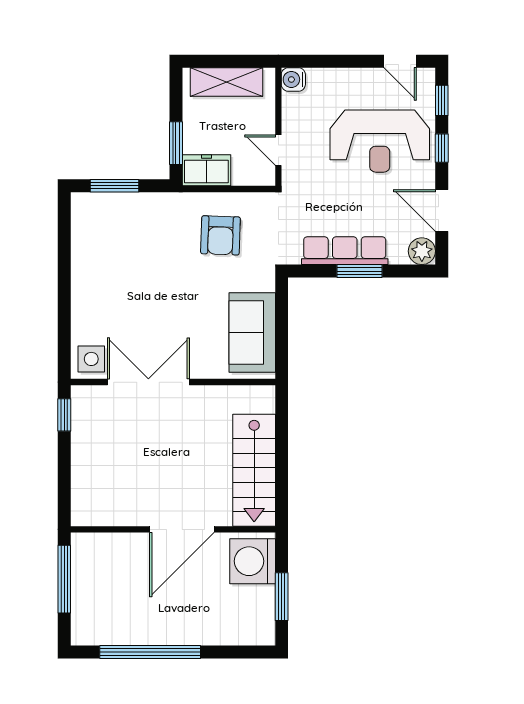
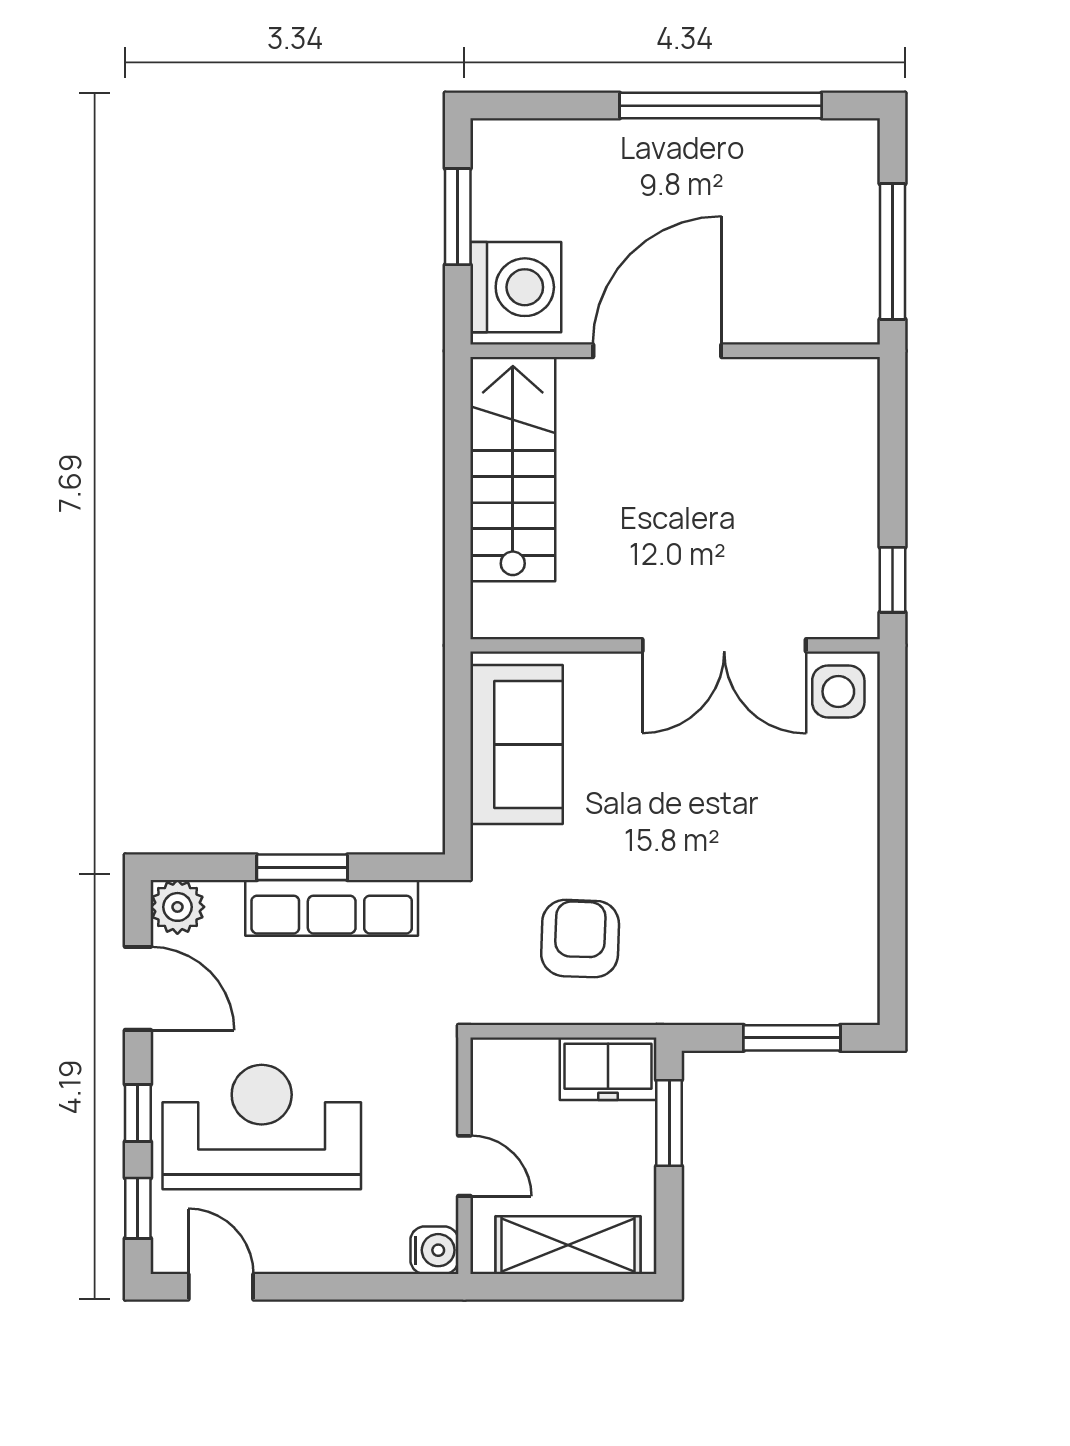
door: (278, 150) -> (464, 1166), moved

